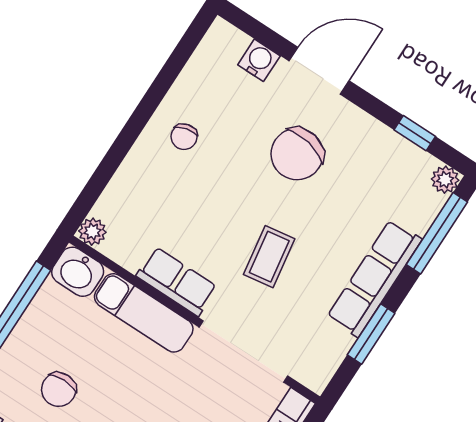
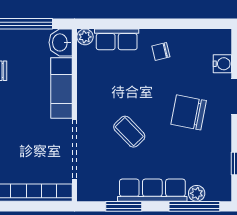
plant: (445, 180) -> (197, 193), moved
coffee table: (269, 257) -> (129, 132), turned 55
row of seats: (177, 281) -> (117, 39), moved, turned 90

